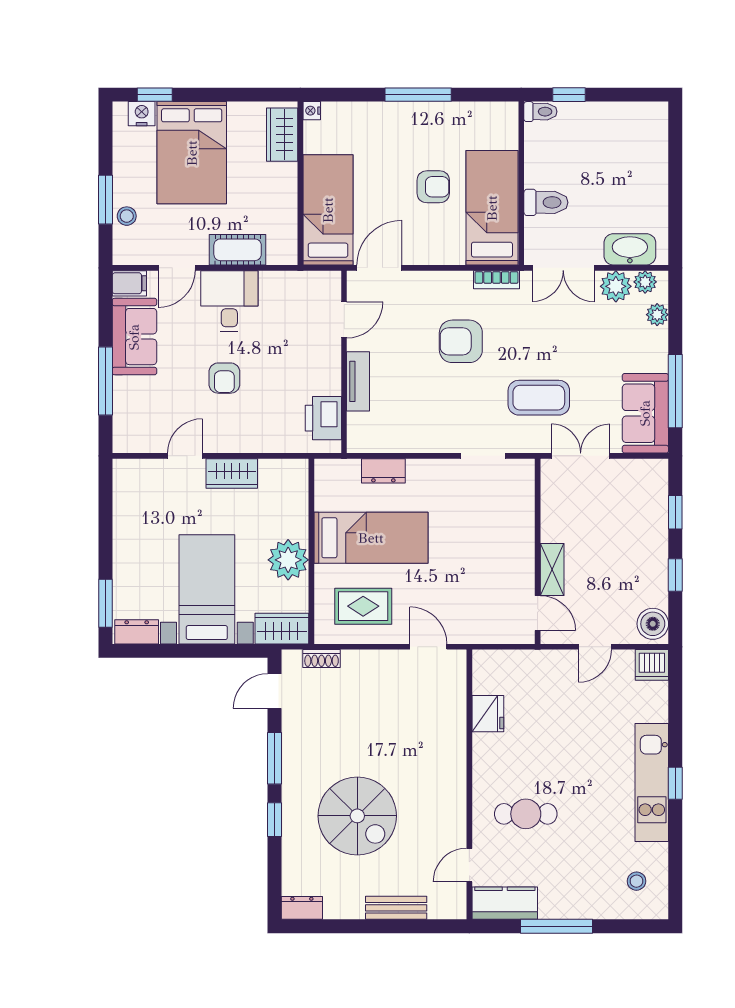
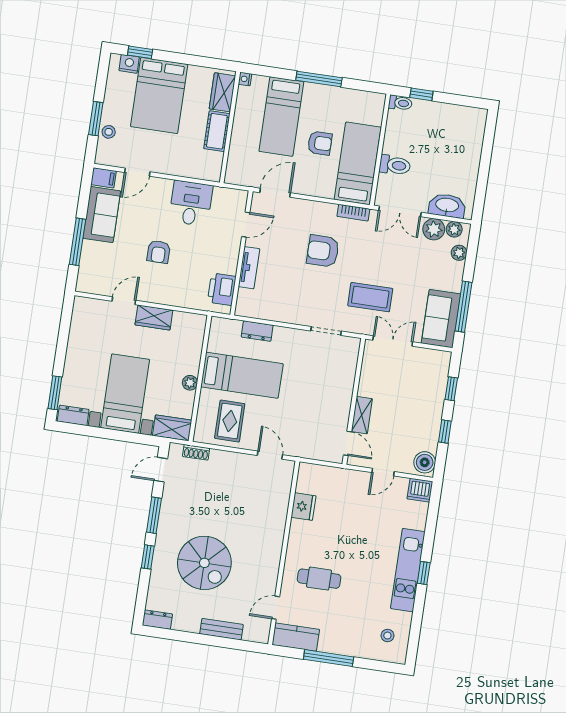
bed: (328, 210) -> (281, 116), moved, turned 180
cot: (238, 250) -> (217, 131), moved, turned 90
desk: (229, 301) -> (191, 203), moved
plant: (288, 560) -> (190, 383), width x0.53, depth x0.53
rug: (363, 606) -> (230, 421), turned 90

